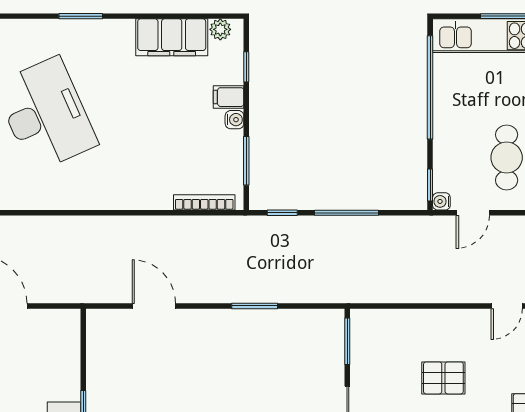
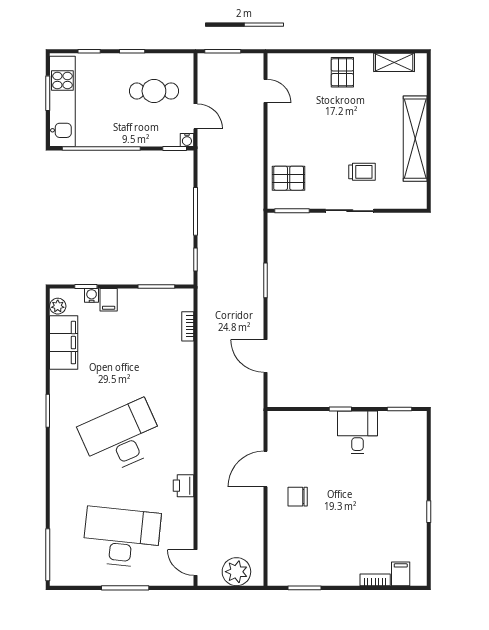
water cooler: (234, 120) -> (92, 295), moved
bookcase: (204, 202) -> (188, 326), width x0.64
door: (154, 306) -> (265, 356), hinge flipped
pallet: (443, 378) -> (289, 178), moved, turned 90

